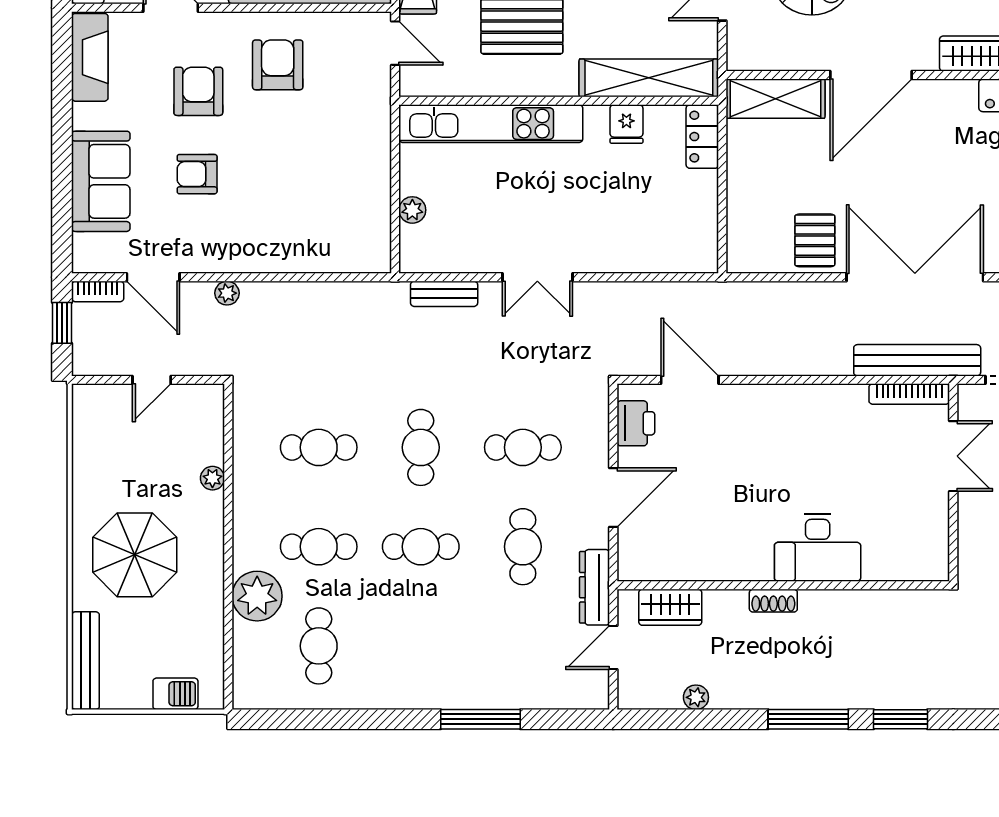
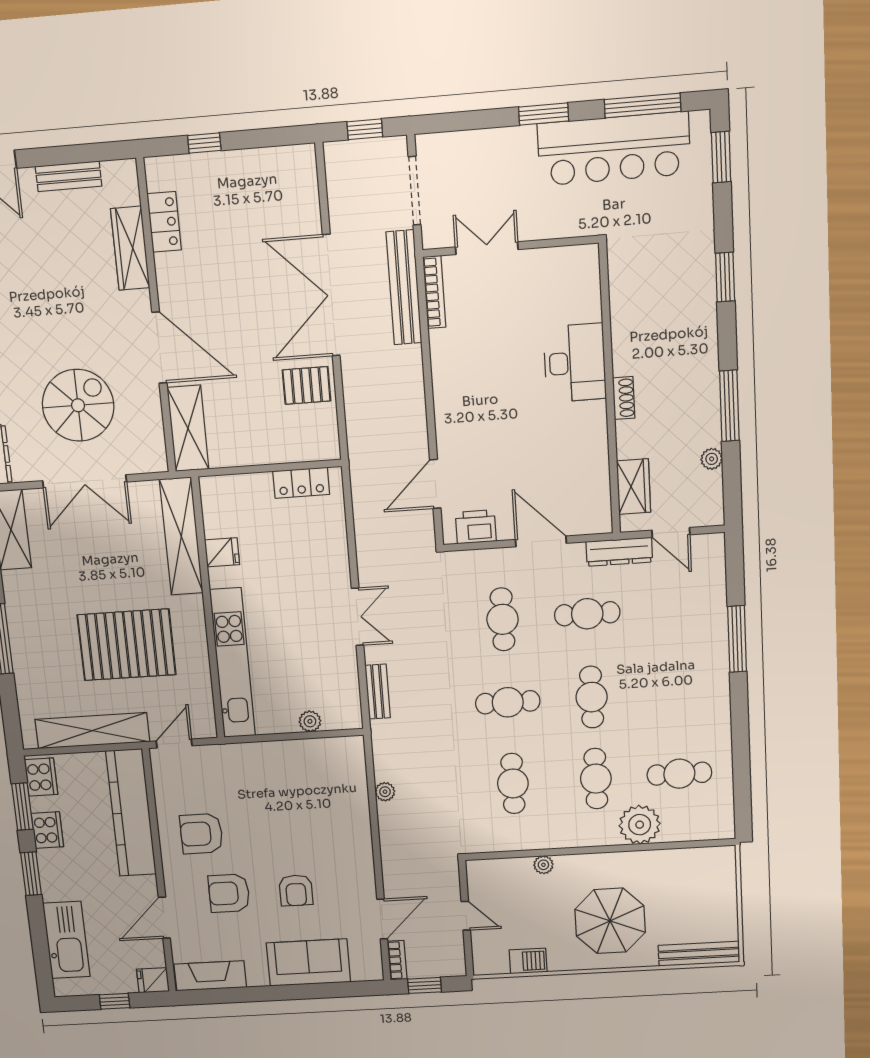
locker: (702, 137) -> (301, 483), moved
plant: (227, 293) -> (385, 792), moved
barbecue: (175, 694) -> (528, 961), moved, turned 90
window: (808, 719) -> (729, 406), moved

